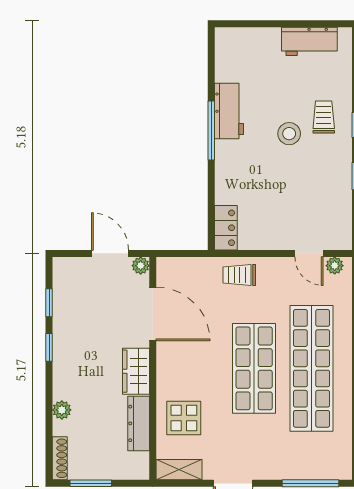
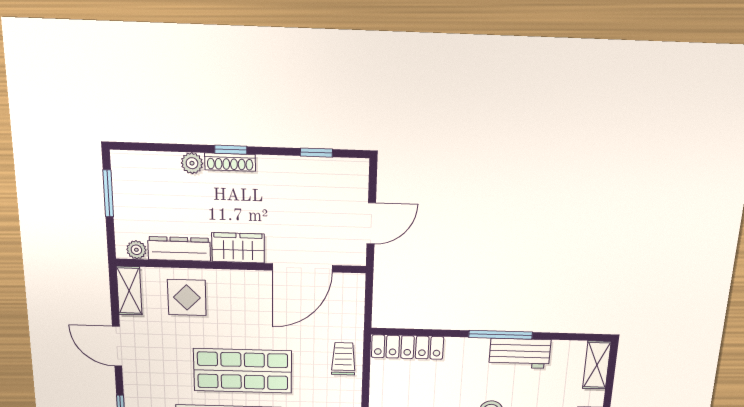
shelving: (239, 38) -> (597, 365), added
locker: (226, 228) -> (407, 347), width x1.53
plant: (141, 266) -> (136, 250), moved
window: (49, 347) -> (231, 150), moved
shoe rack: (60, 458) -> (230, 162), moved

